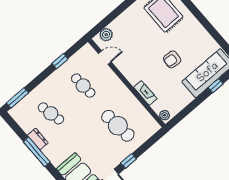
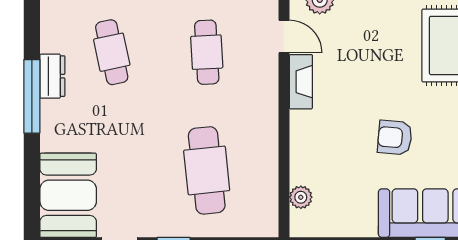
fireplace: (145, 93) -> (301, 82), moved
plant: (165, 115) -> (301, 197), moved

